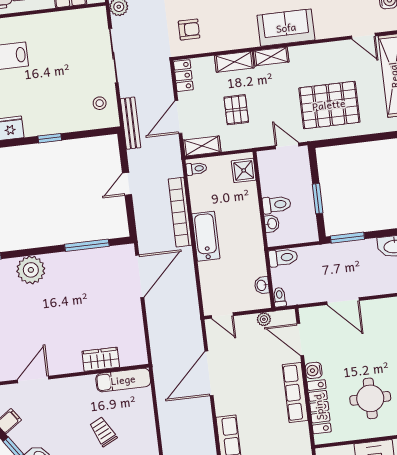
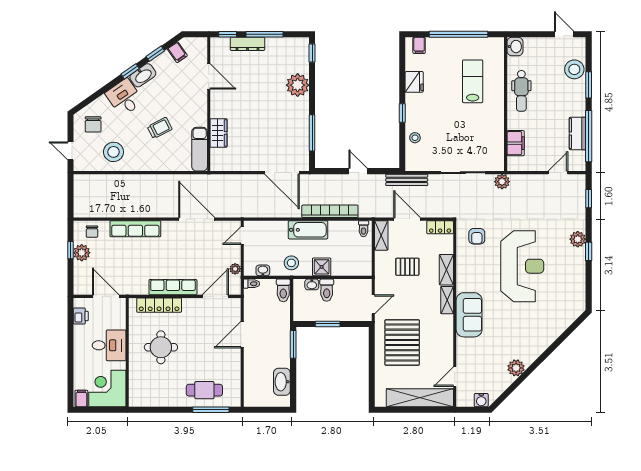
stool: (100, 103) -> (415, 138), moved
shower: (244, 170) -> (322, 267), moved
stool: (248, 252) -> (291, 263), added
water cooler: (314, 370) -> (189, 304), removed

